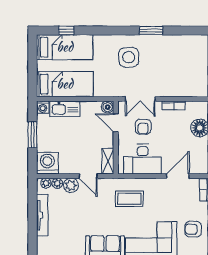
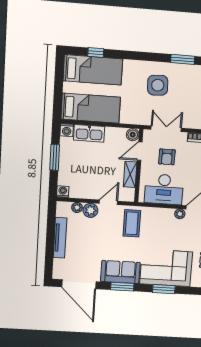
double door: (140, 99) -> (166, 129), swing flipped
door: (116, 123) -> (140, 151), hinge flipped
shelving: (108, 161) -> (130, 174), moved
washing machine: (47, 163) -> (63, 192), width x0.53, depth x0.53
door: (88, 176) -> (108, 202), swing flipped
plant: (46, 183) -> (180, 214), moved
coffee table: (129, 199) -> (132, 223), moved, turned 90

